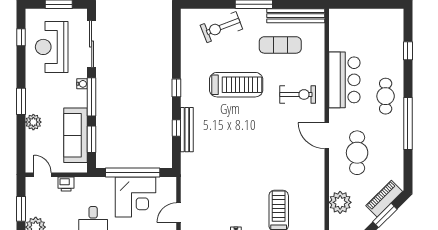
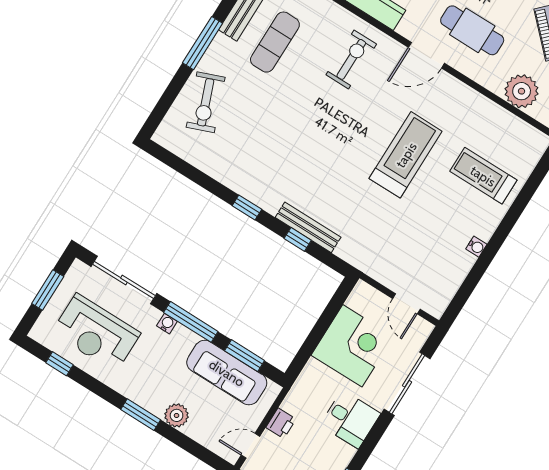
treadmill: (236, 85) -> (406, 155), moved
window: (133, 173) -> (319, 330), removed

